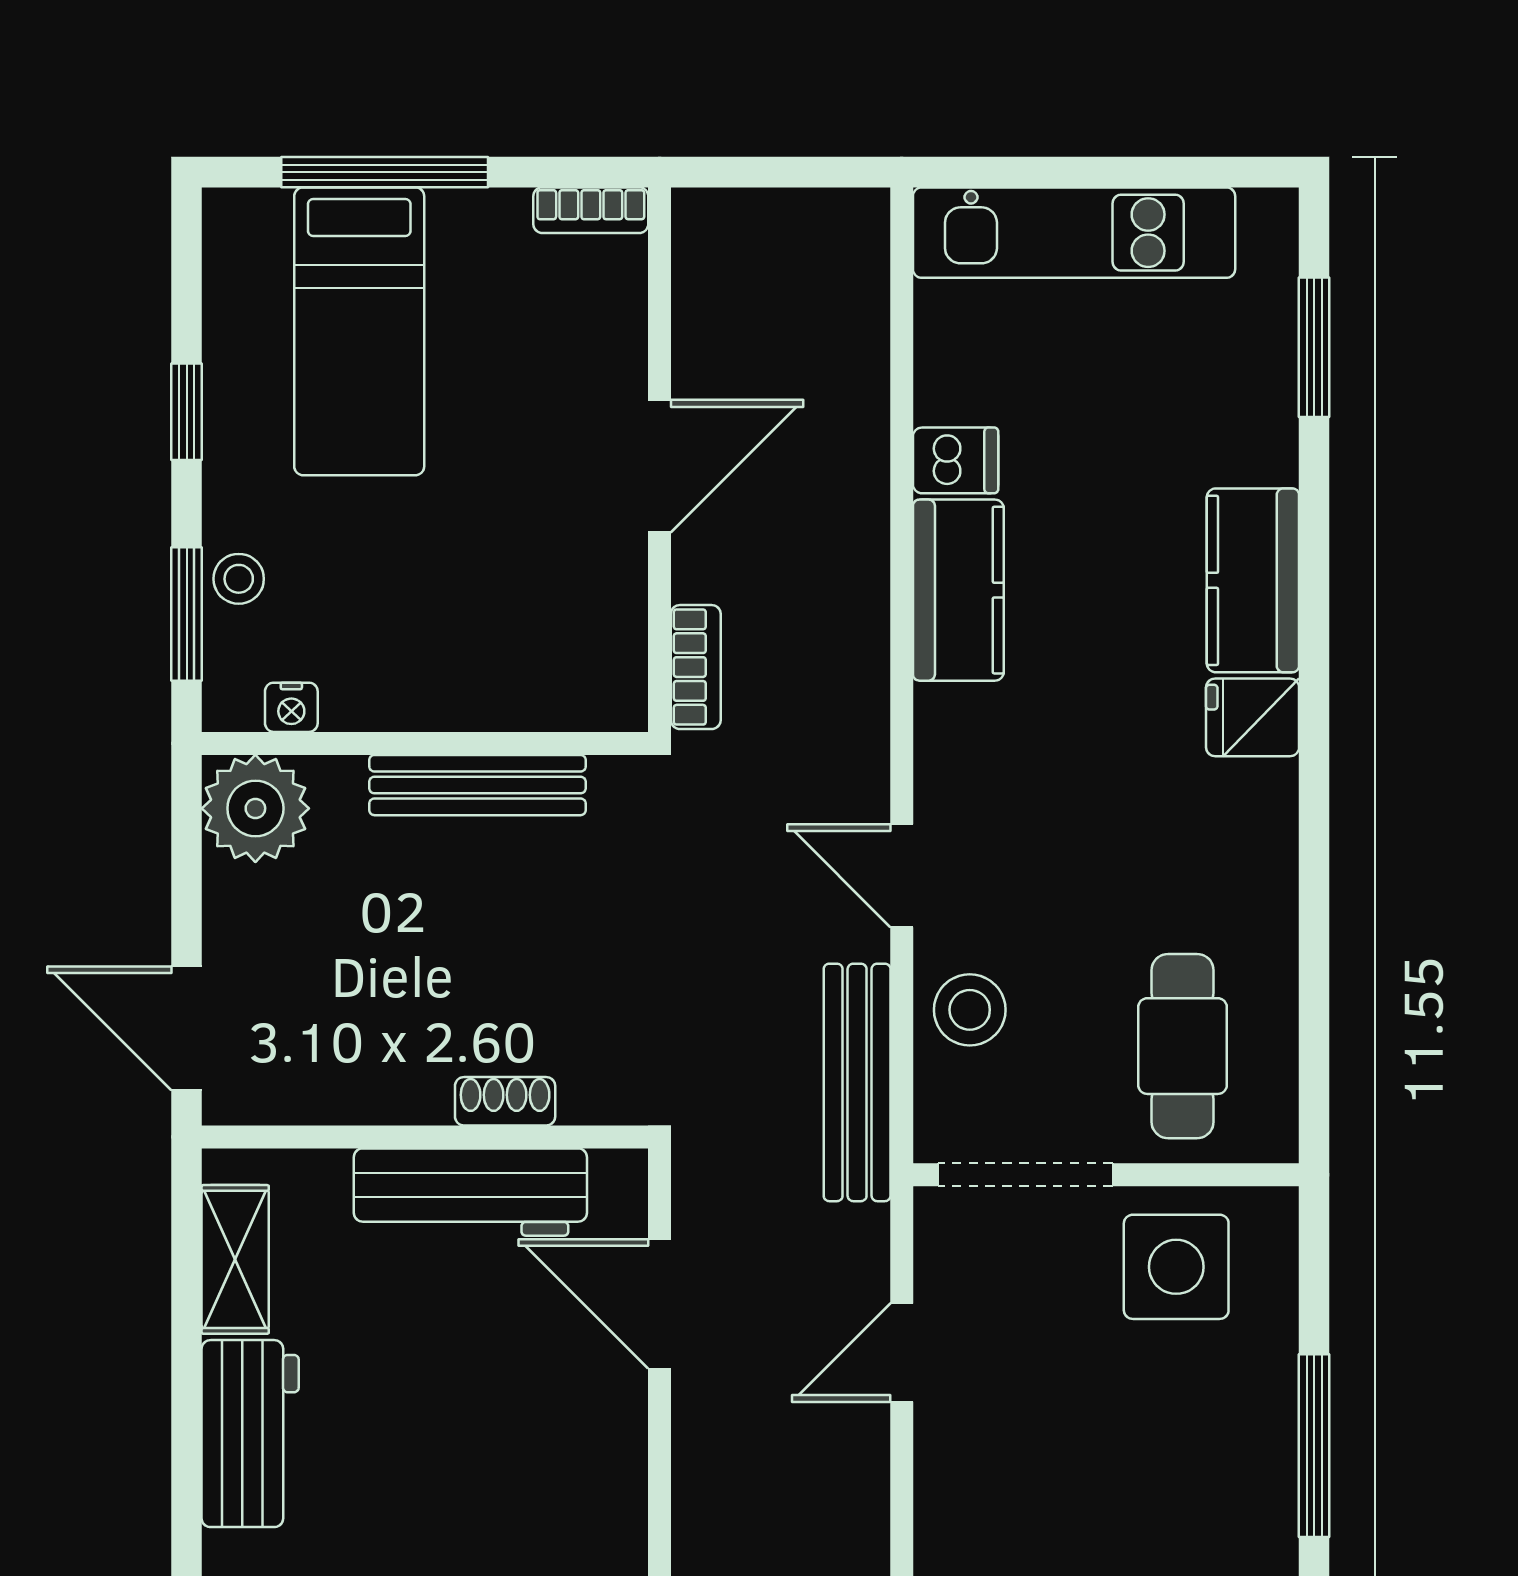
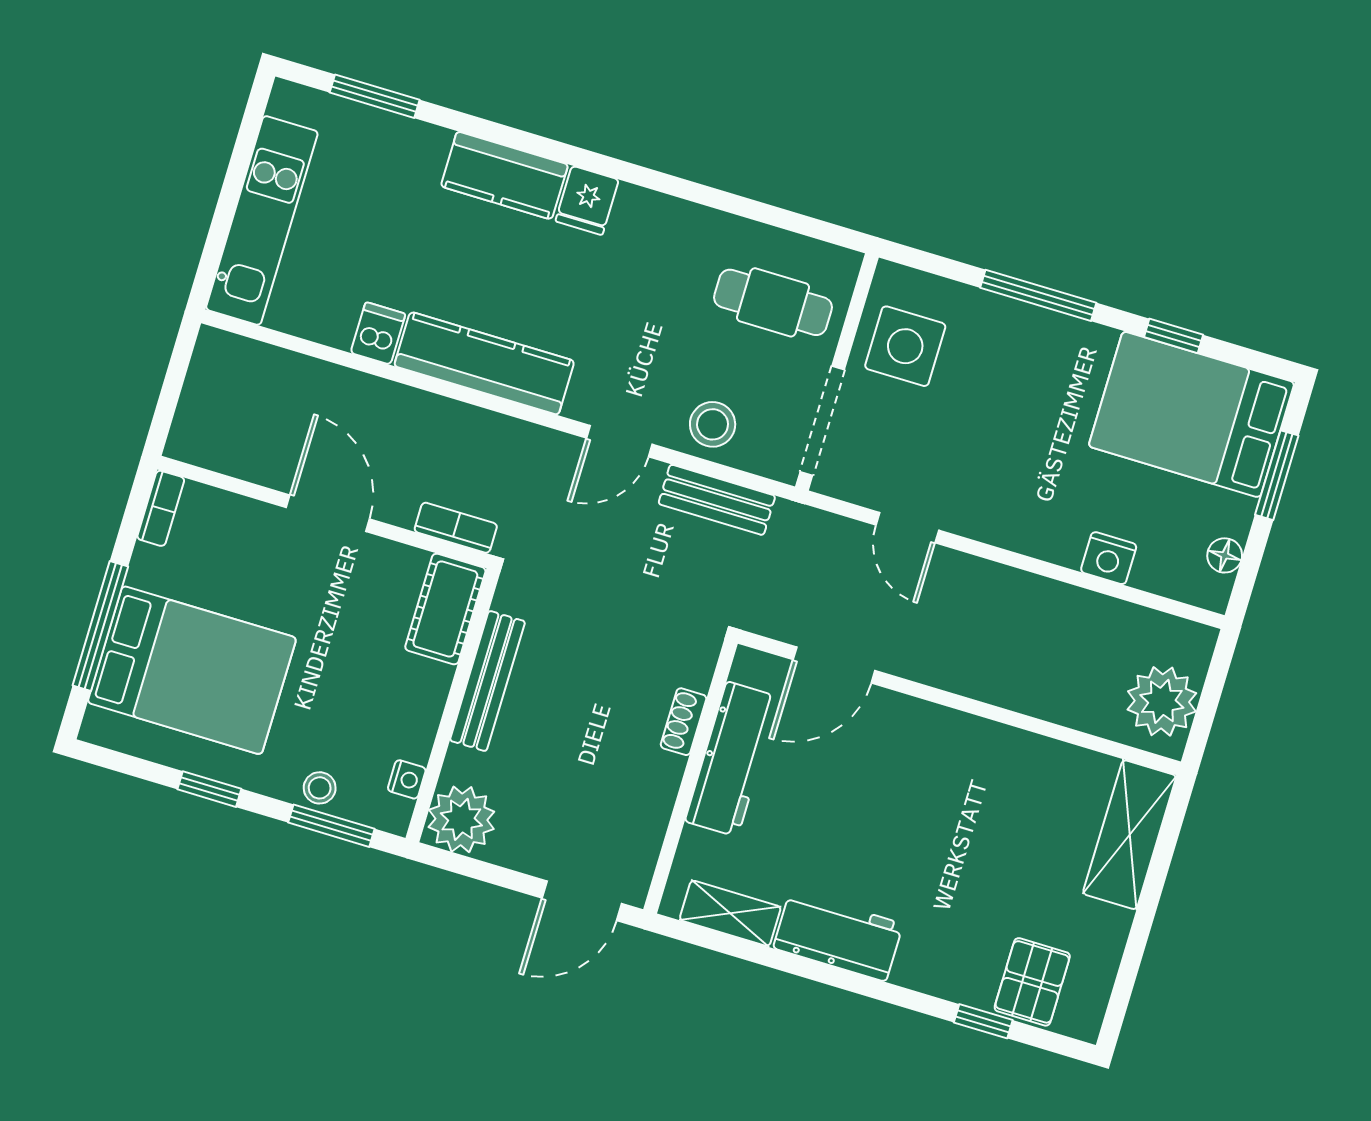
bed: (359, 331) -> (192, 670), width x1.50
kitchen counter: (958, 590) -> (484, 363), width x1.50
cot: (568, 688) -> (445, 609), added
bench: (857, 1082) -> (717, 500), width x0.73

